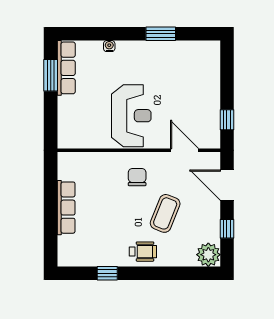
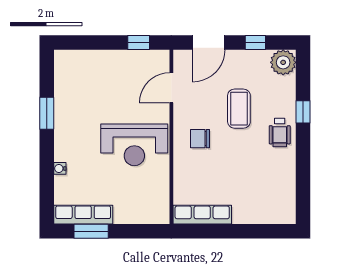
reception desk: (131, 116) -> (134, 145), turned 180
row of seats: (66, 208) -> (202, 215), moved
coffee table: (165, 213) -> (239, 109), turned 68
wheelchair: (143, 252) -> (280, 132), turned 180
window: (107, 273) -> (303, 112), moved

